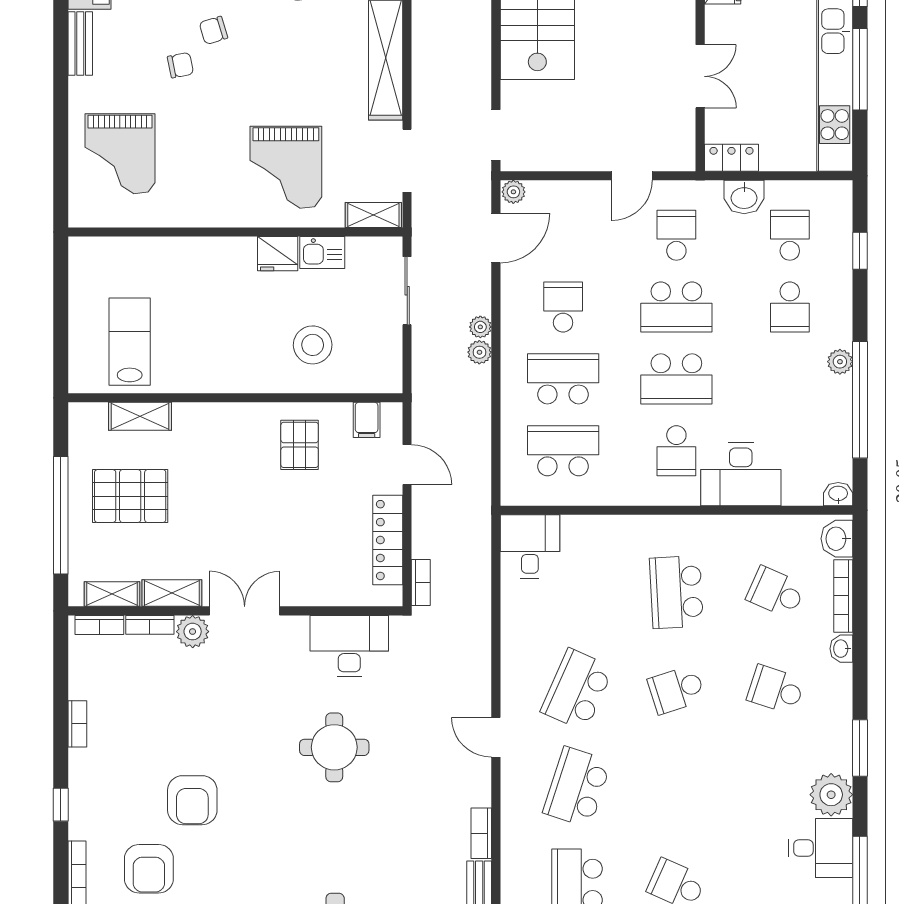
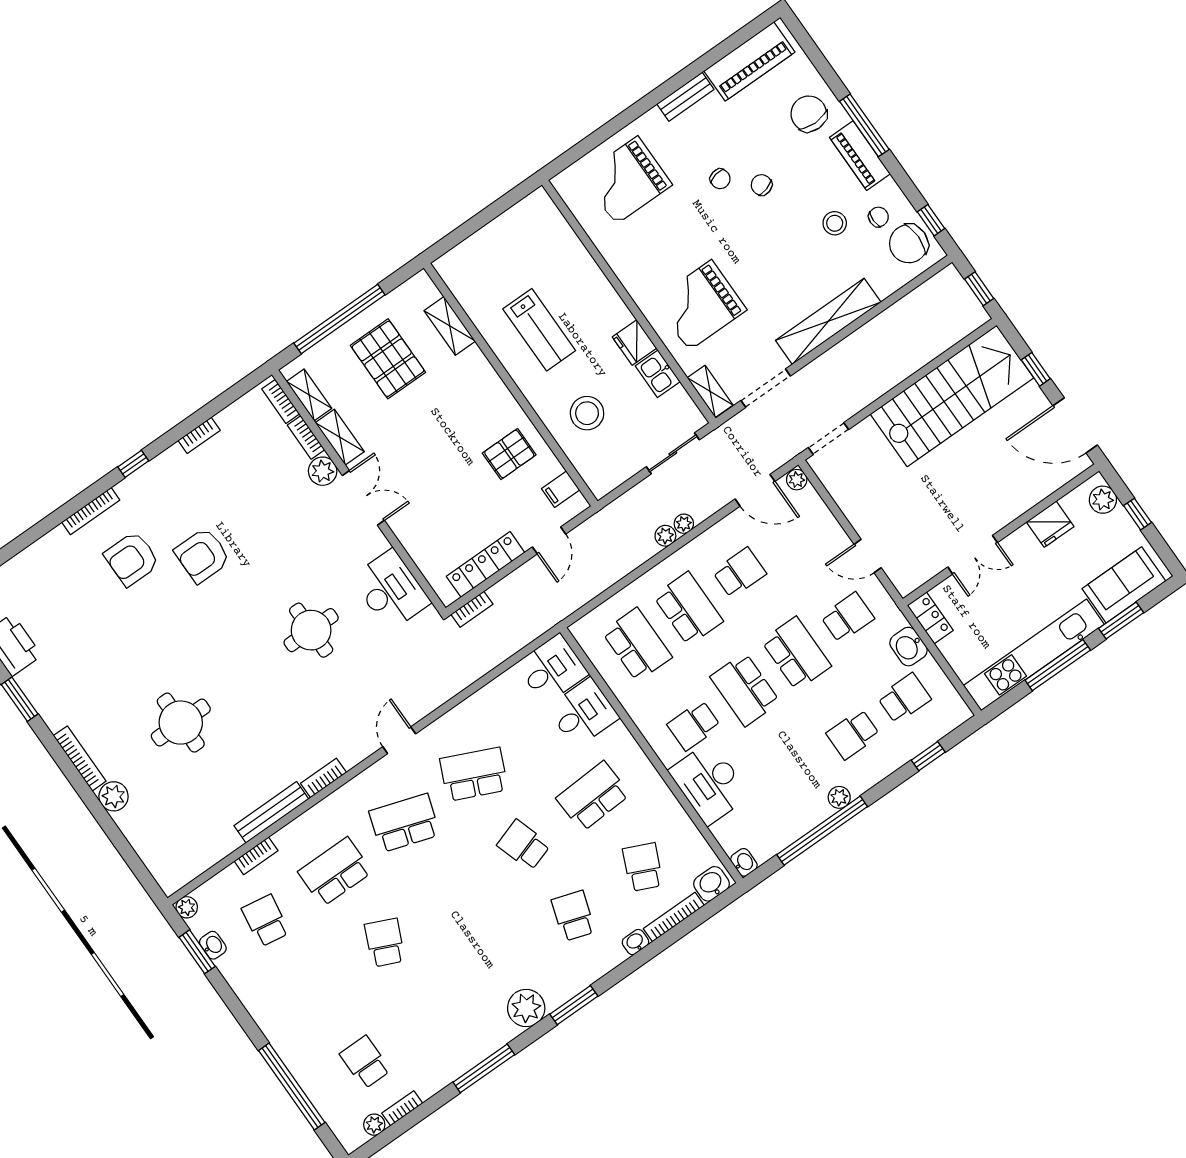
school desk: (676, 307) -> (796, 653), turned 180
lab bench: (130, 342) -> (539, 330), moved, turned 90
desk: (821, 848) -> (583, 713), moved, turned -90

